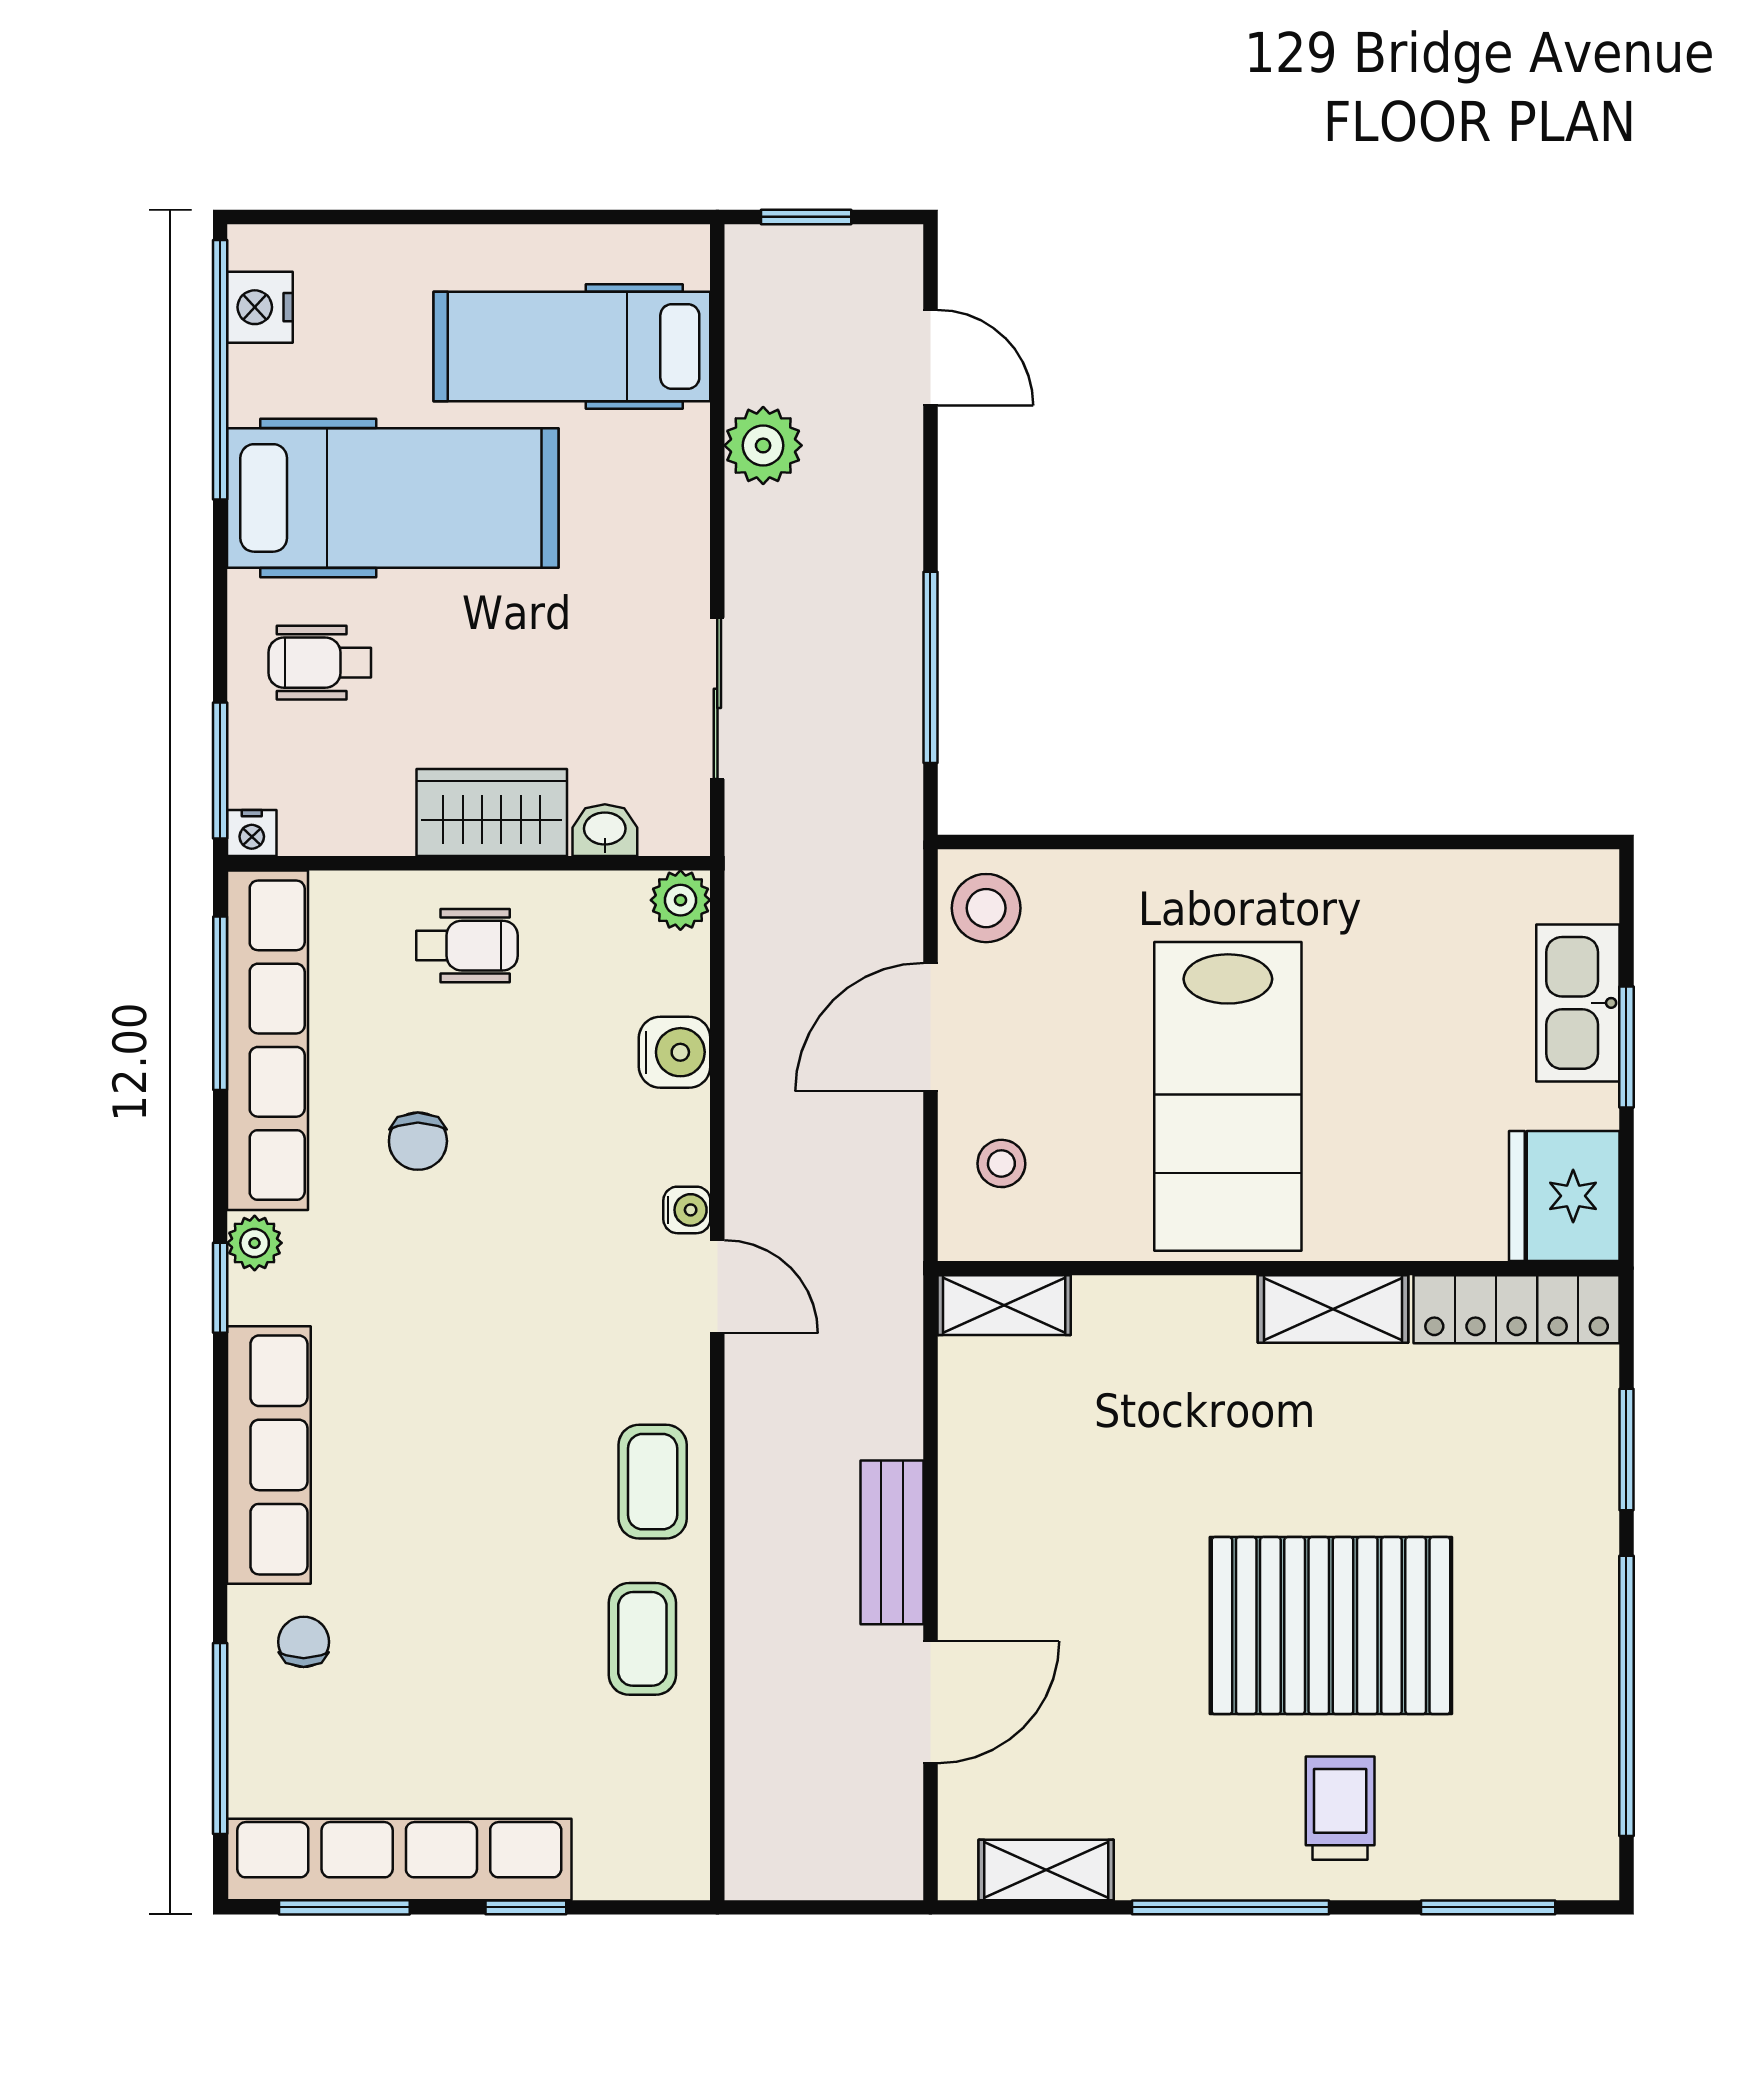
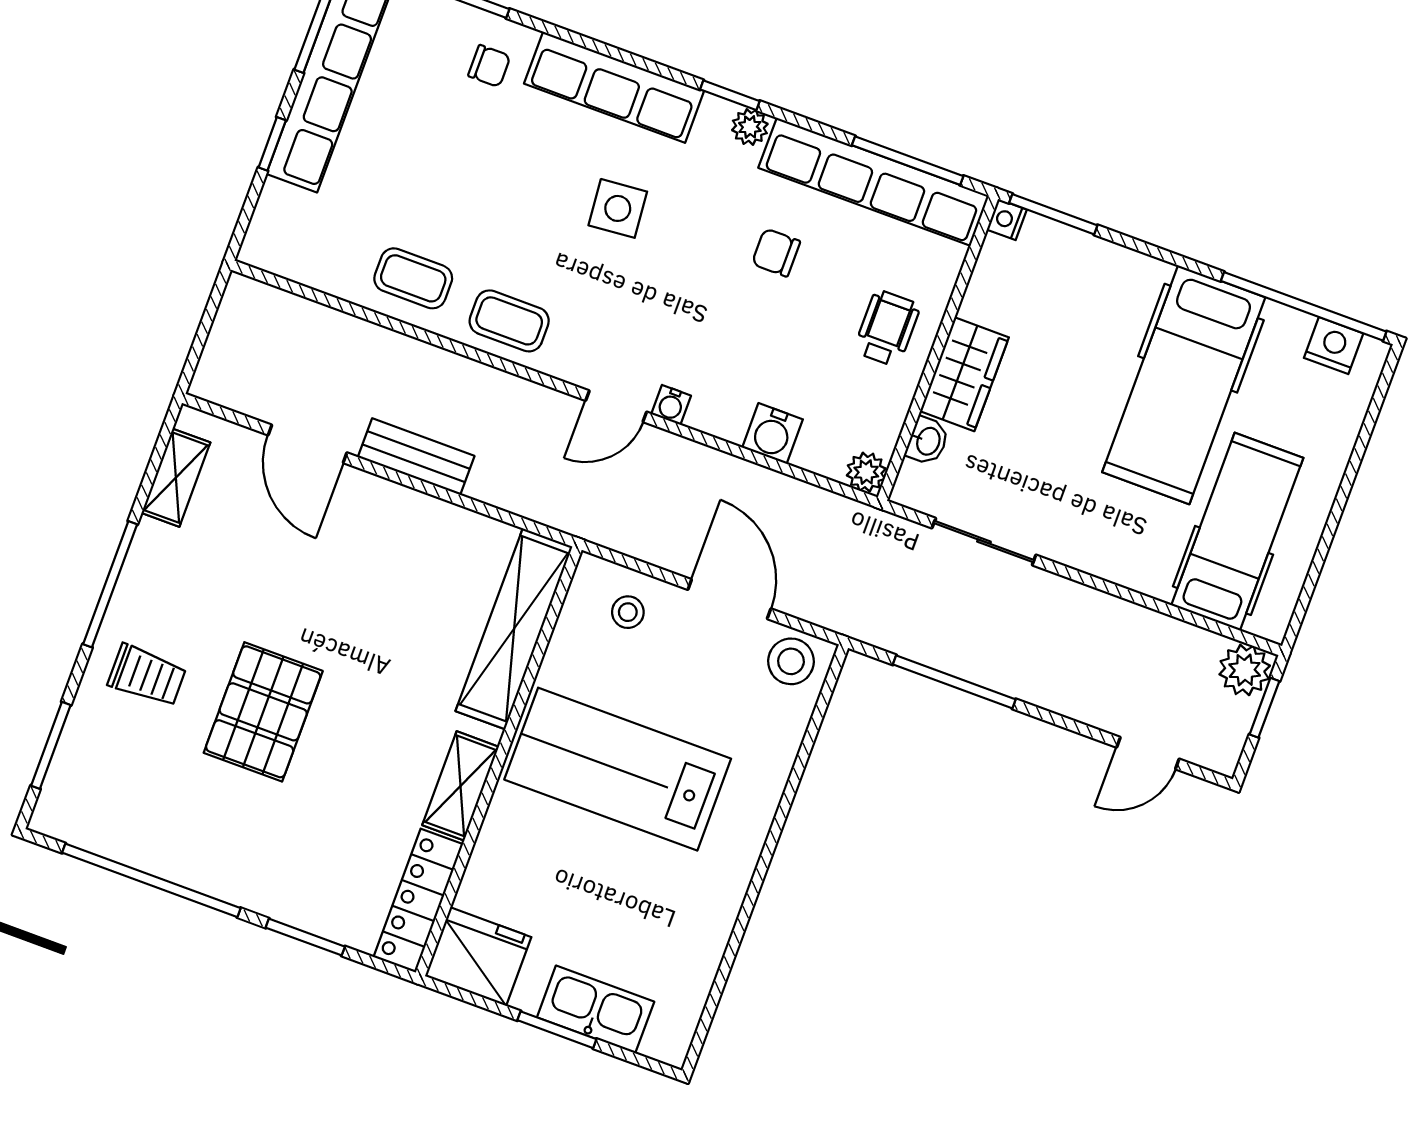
plant: (763, 445) -> (1245, 670), moved
wheelchair: (320, 663) -> (1098, 301), removed
wheelchair: (467, 946) -> (887, 328), turned 180
shelving: (1004, 1305) -> (514, 629), width x2.20, depth x1.33
side table: (438, 1387) -> (618, 208), added
pallet: (1331, 1626) -> (263, 712), width x0.73, depth x0.71

